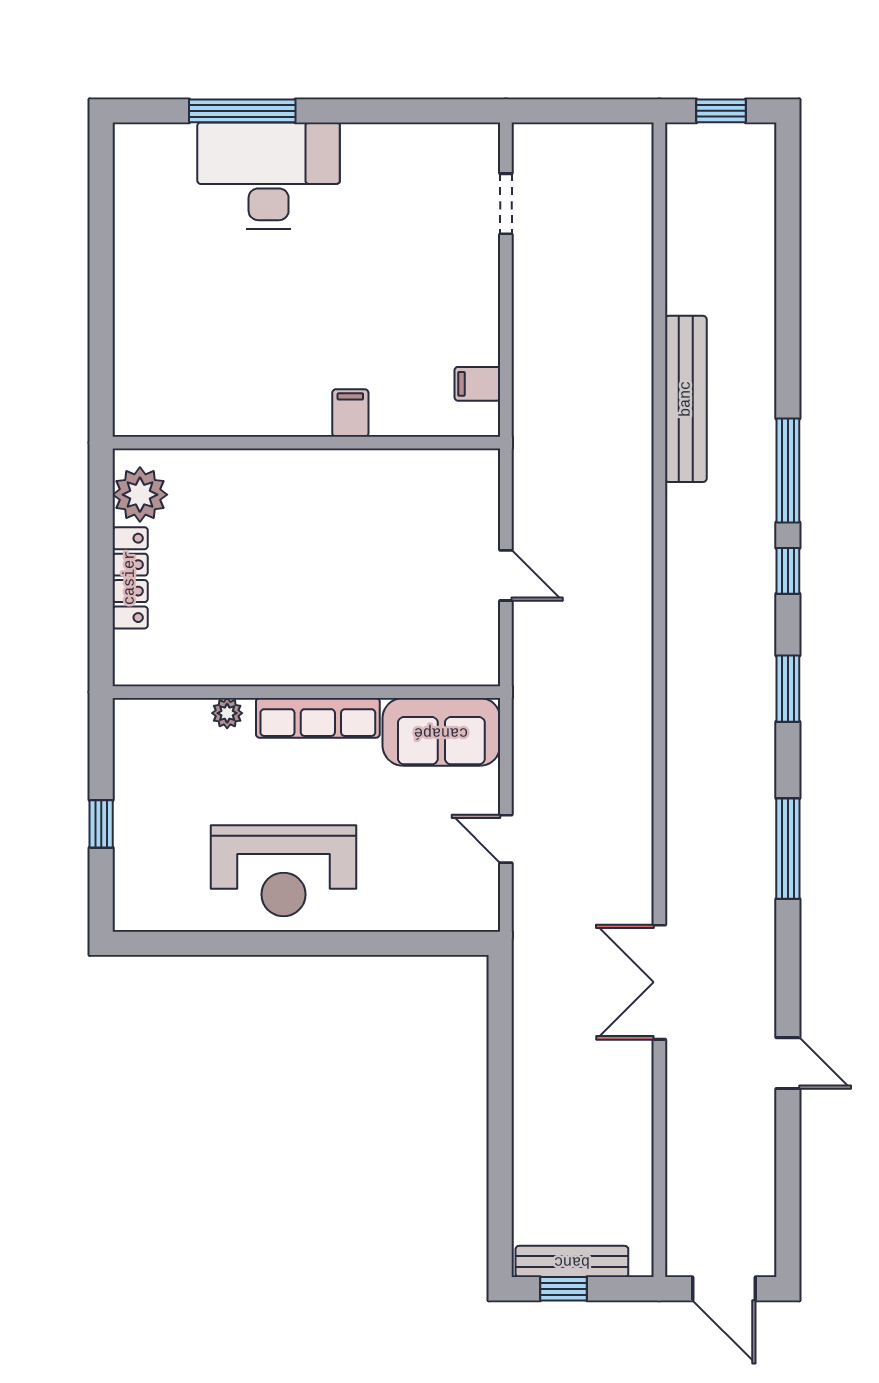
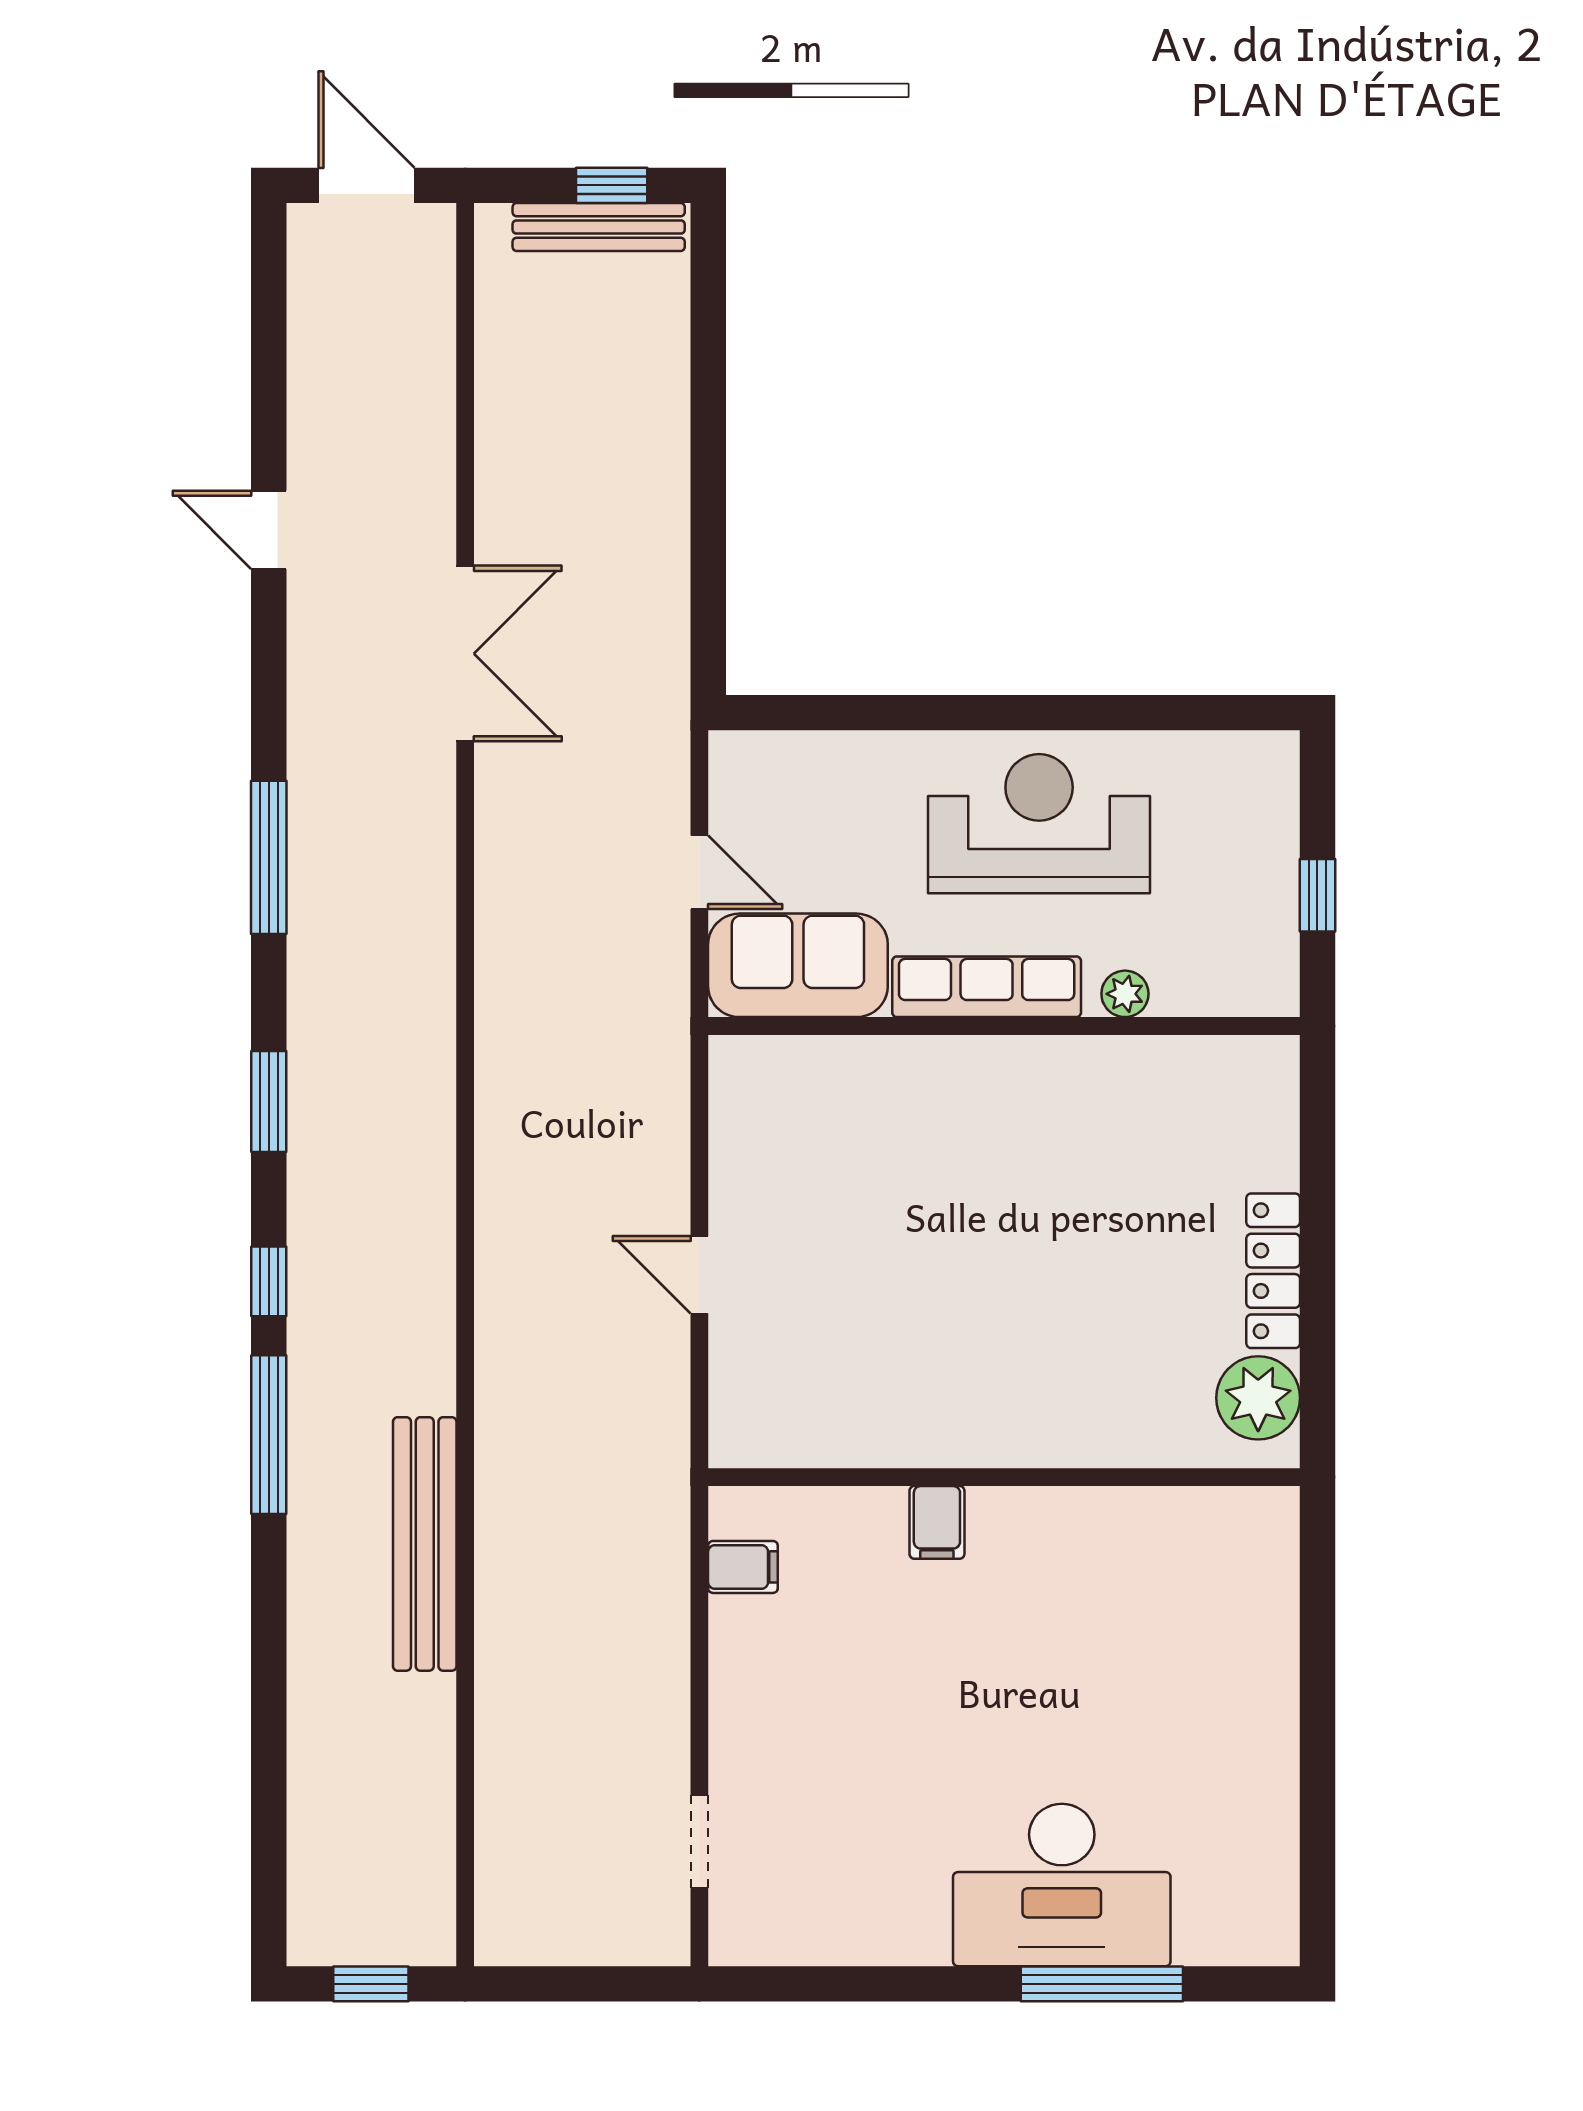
wall: (306, 692) -> (1004, 1026), moved
plant: (227, 713) -> (1125, 994), moved
row of seats: (318, 718) -> (987, 987), moved
sofa: (441, 732) -> (798, 965), moved

